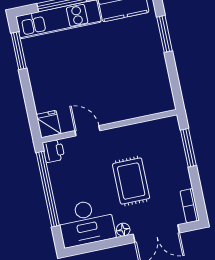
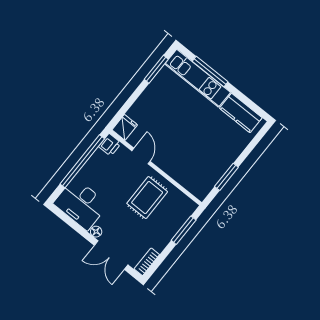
window: (165, 34) -> (226, 177), moved
rug: (131, 181) -> (147, 198), moved

